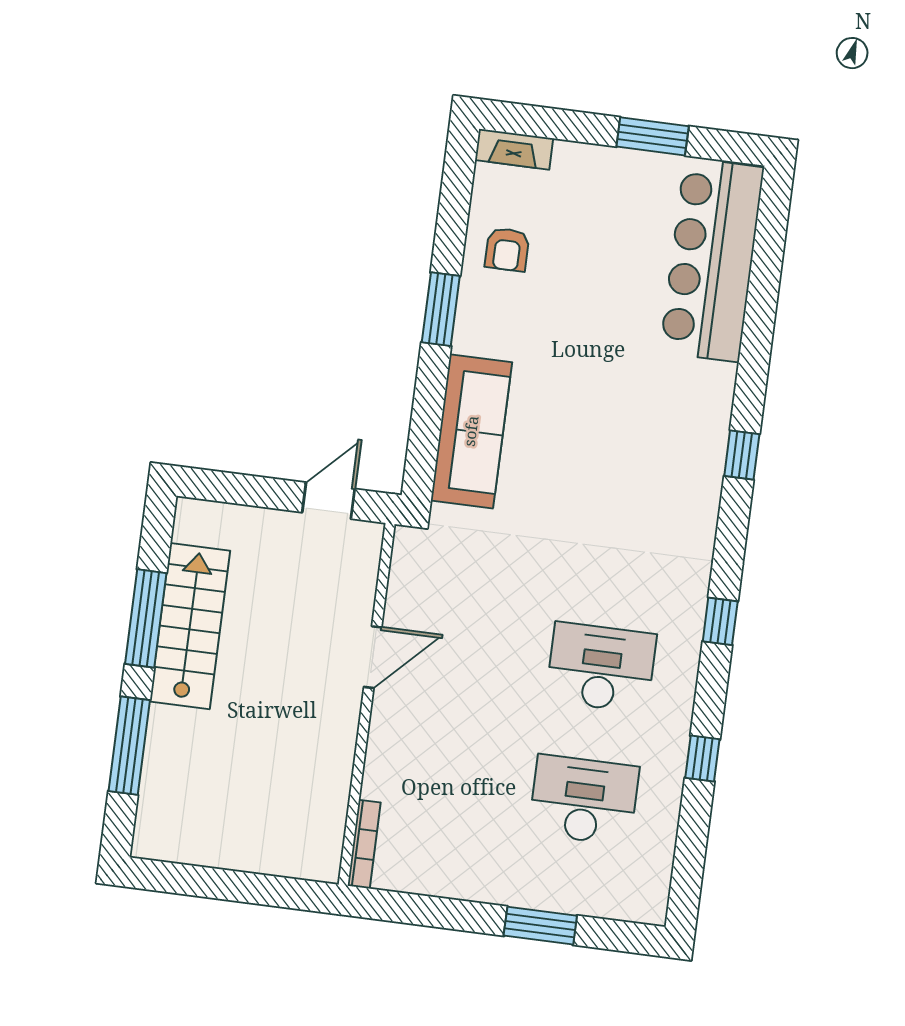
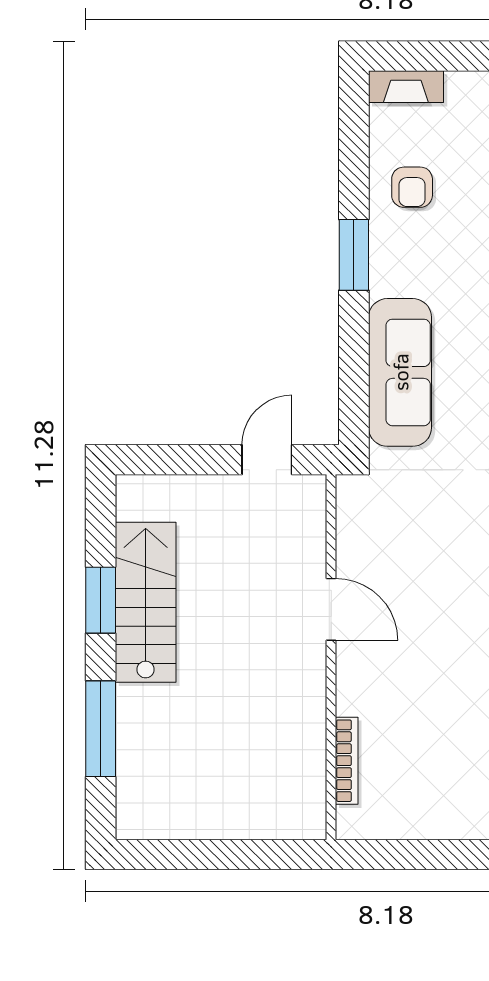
window: (146, 618) -> (101, 600), width x0.69
door: (373, 657) -> (331, 609), hinge flipped
bookcase: (364, 844) -> (347, 761), moved

